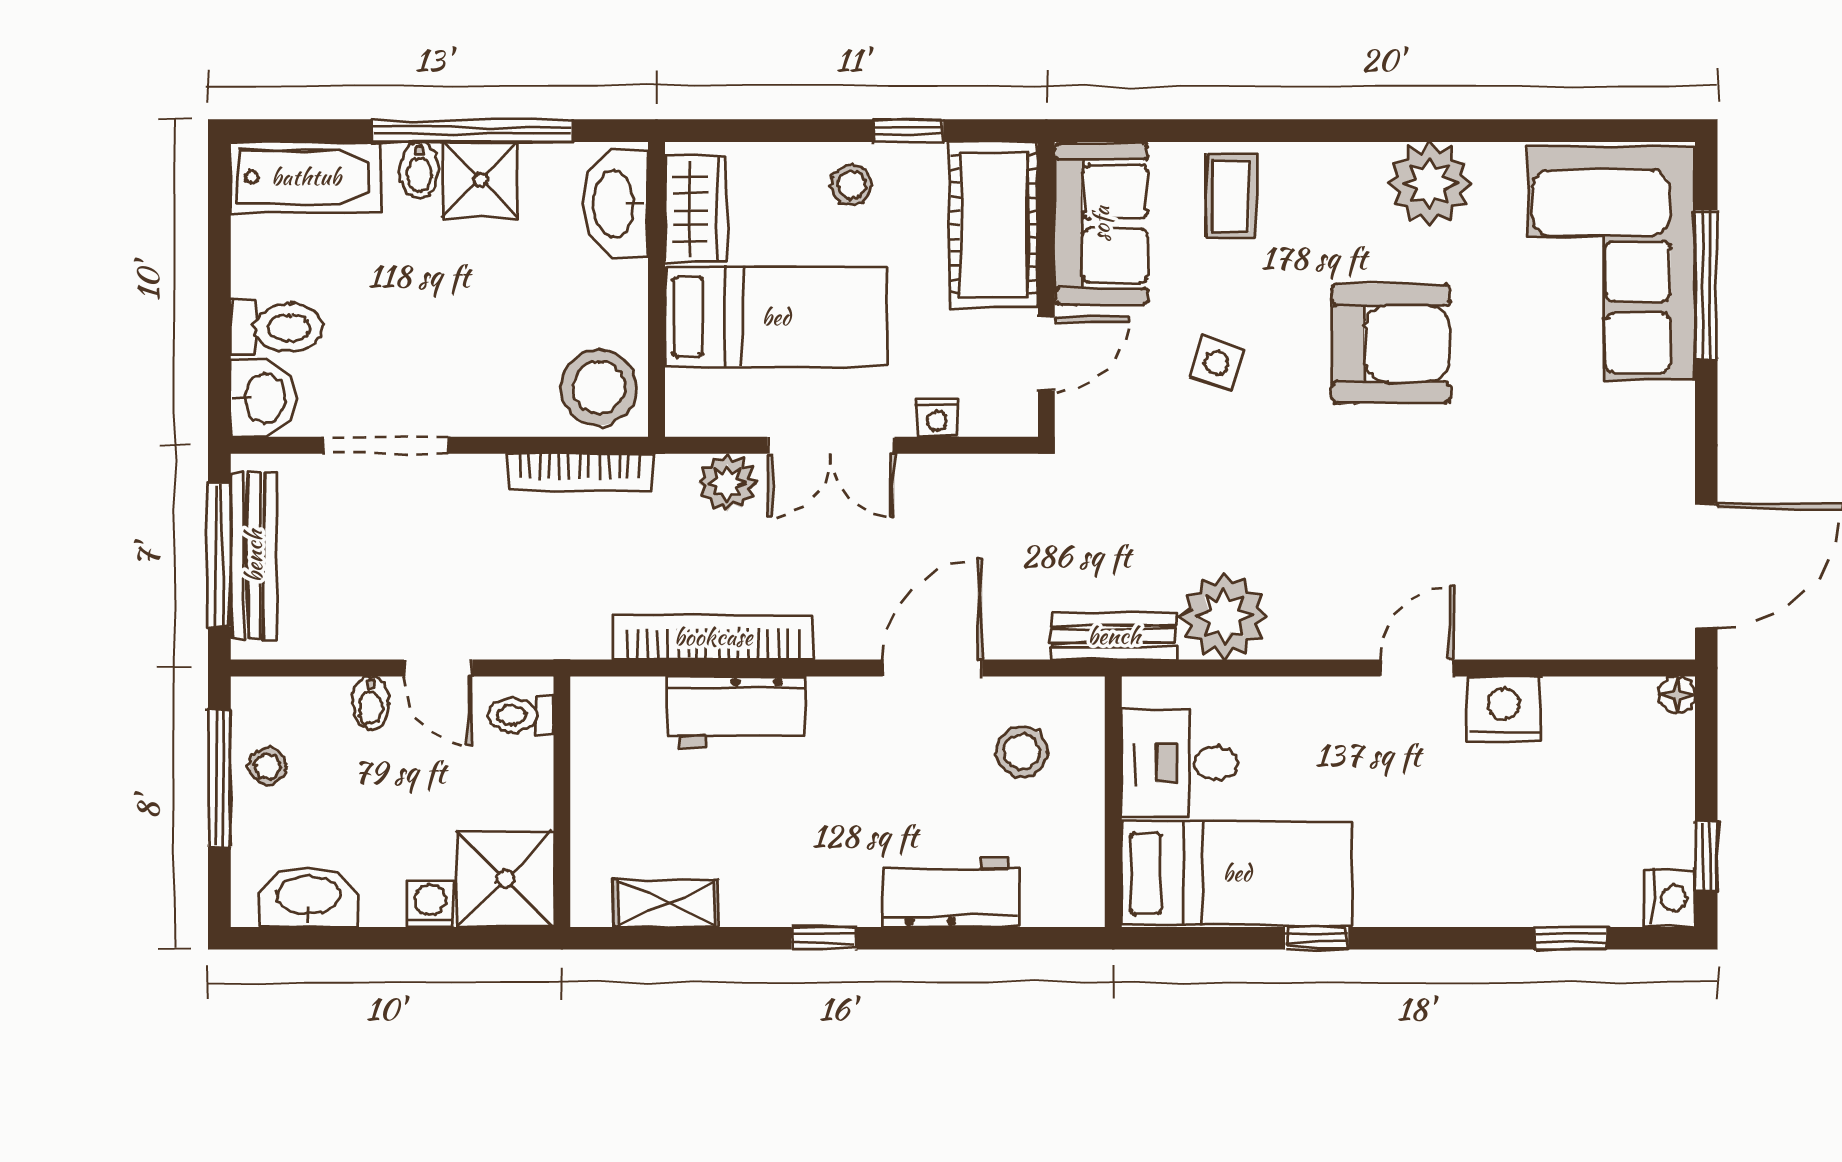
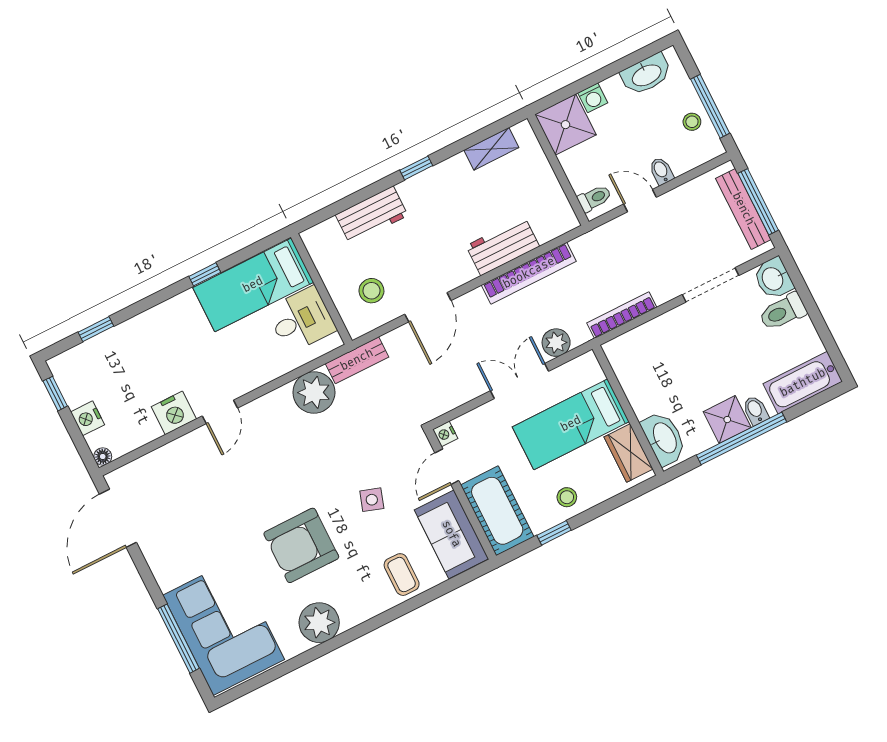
stool: (599, 387) -> (632, 356), removed
nightstand: (937, 418) -> (445, 434), moved, turned -90
nightstand: (1669, 898) -> (88, 418), moved

